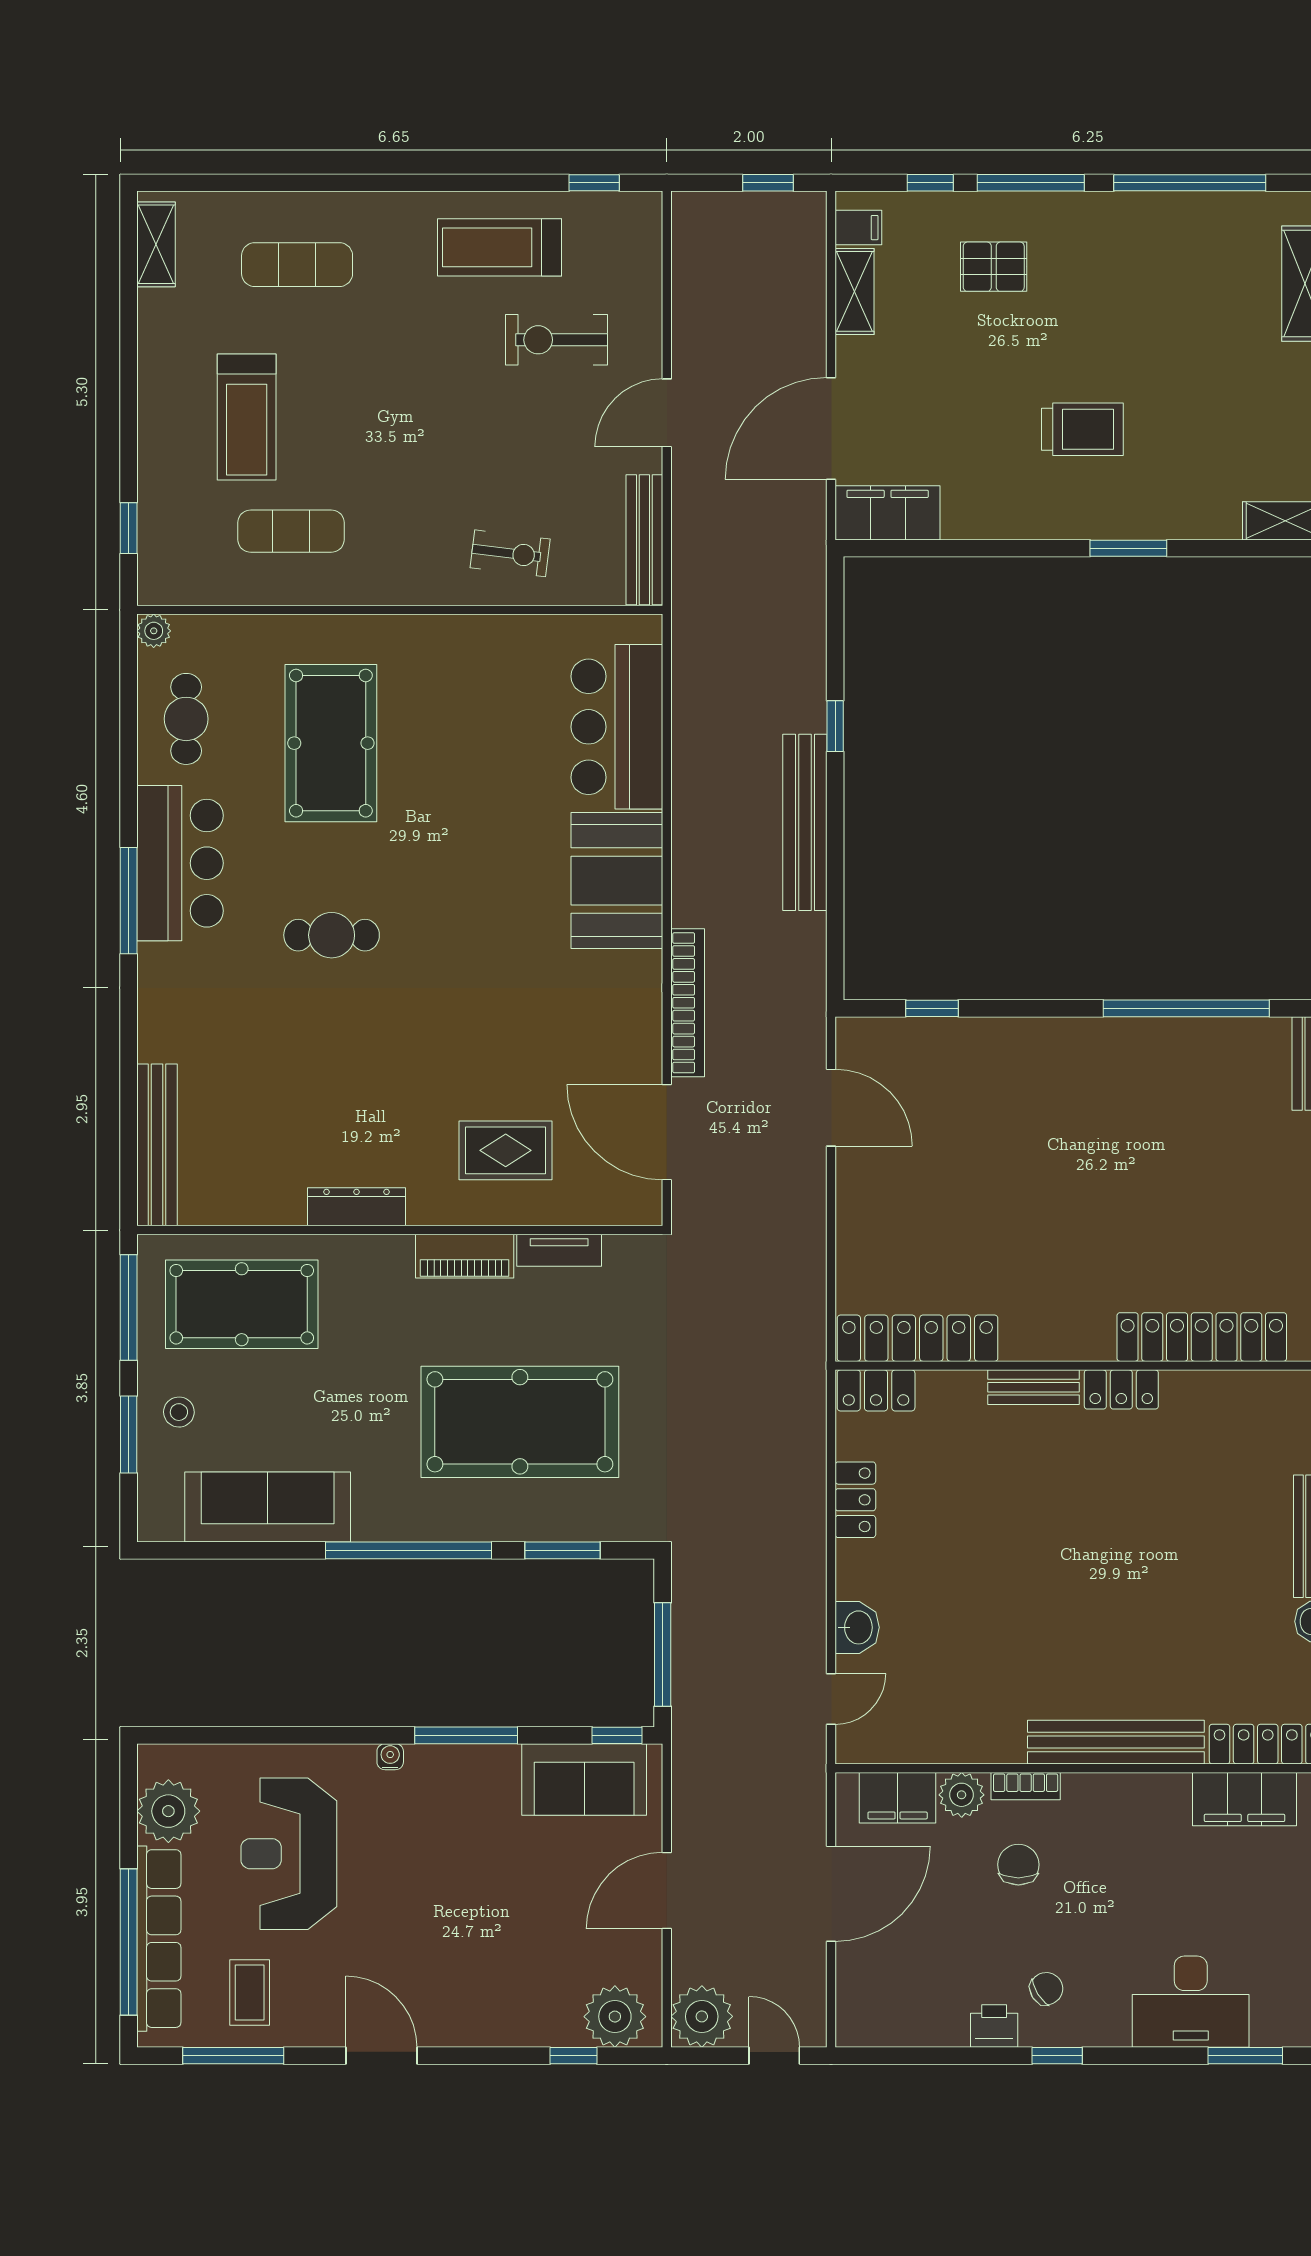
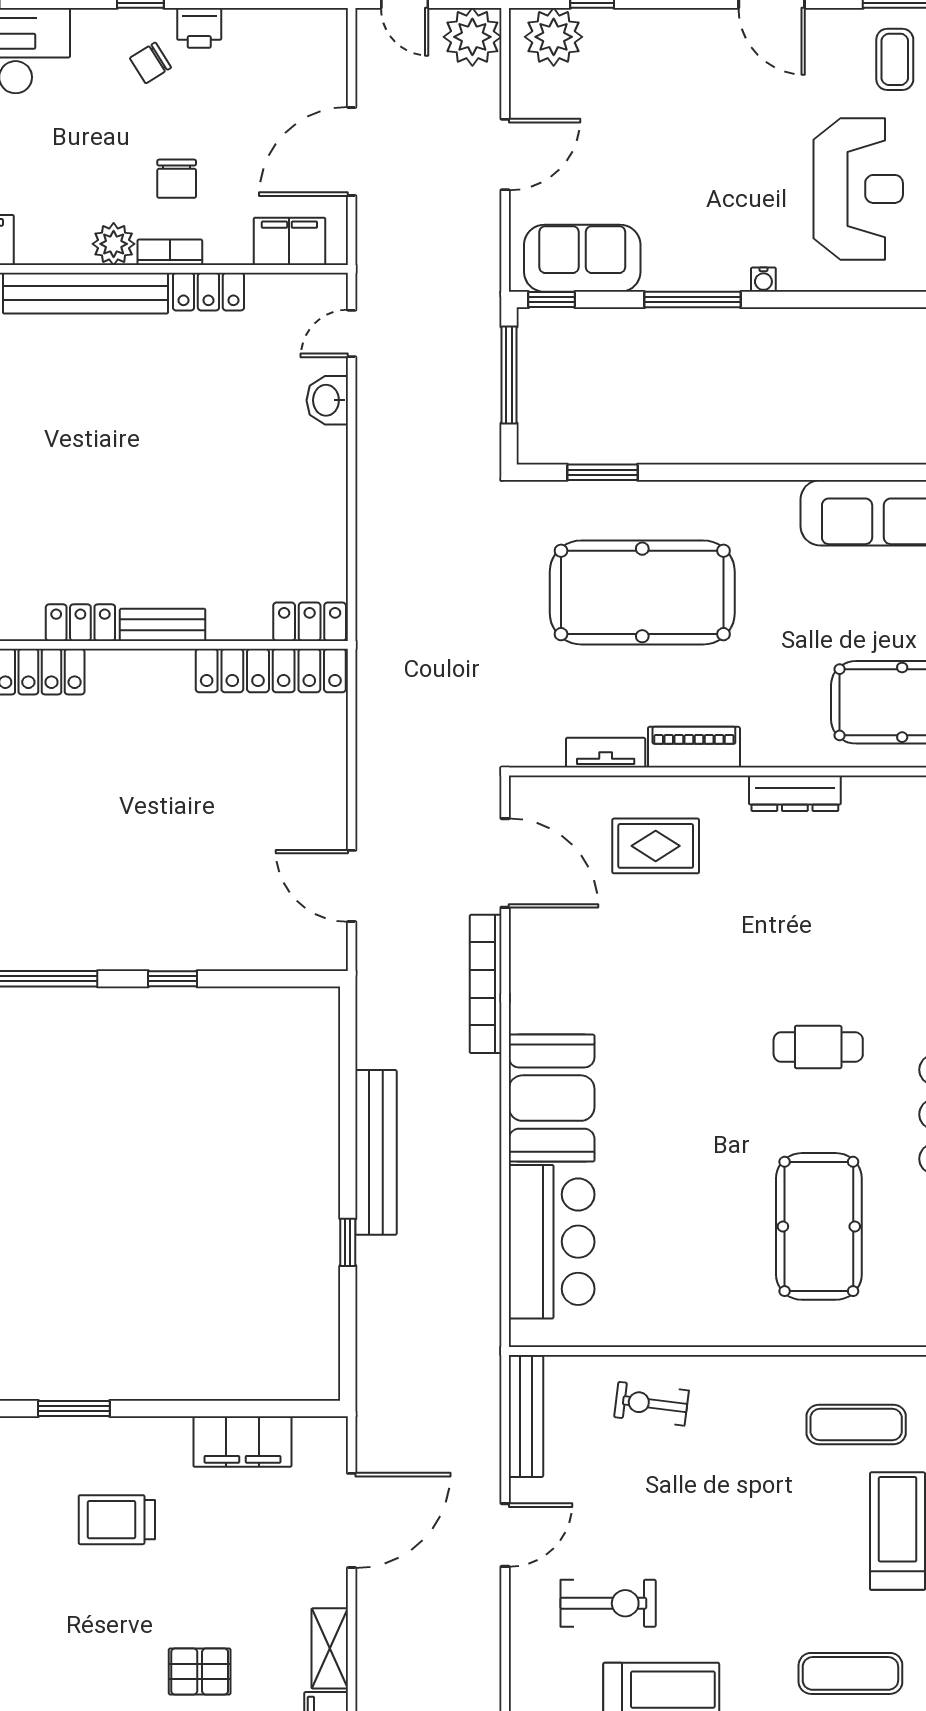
filing cabinet: (888, 513) -> (243, 1442), moved
window: (932, 1008) -> (173, 979), moved
locker: (855, 1500) -> (208, 292), moved, turned -90
window: (408, 1550) -> (746, 472), removed
plant: (962, 1795) -> (114, 244), moved

